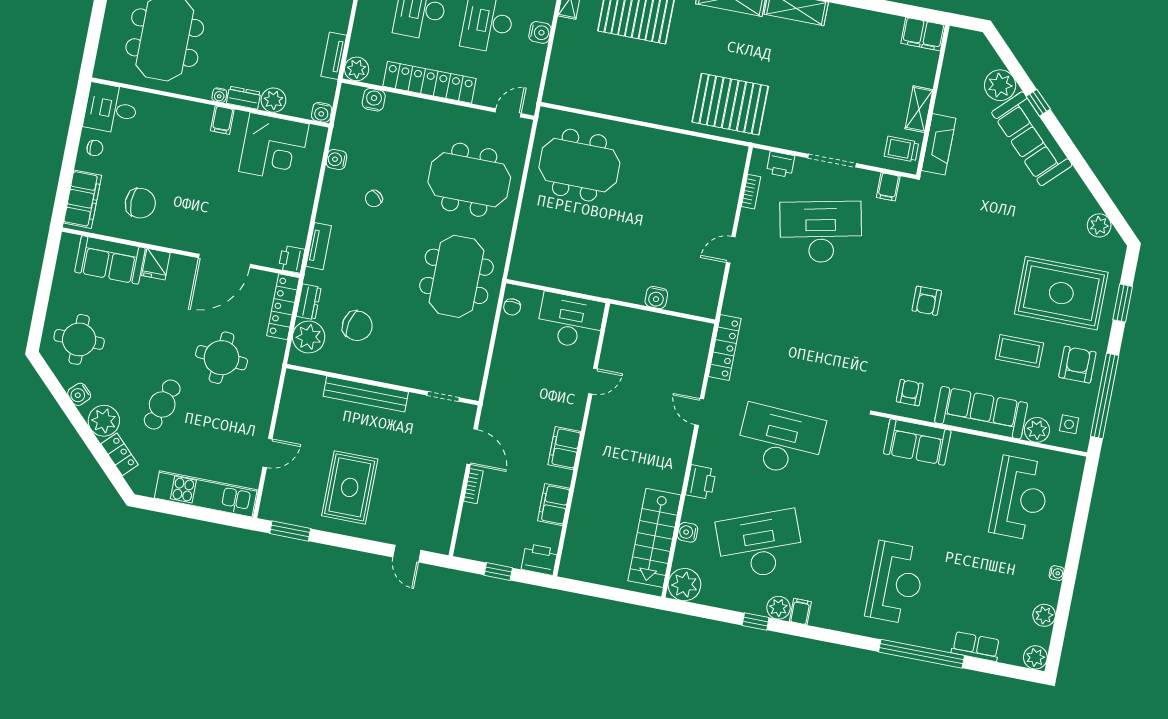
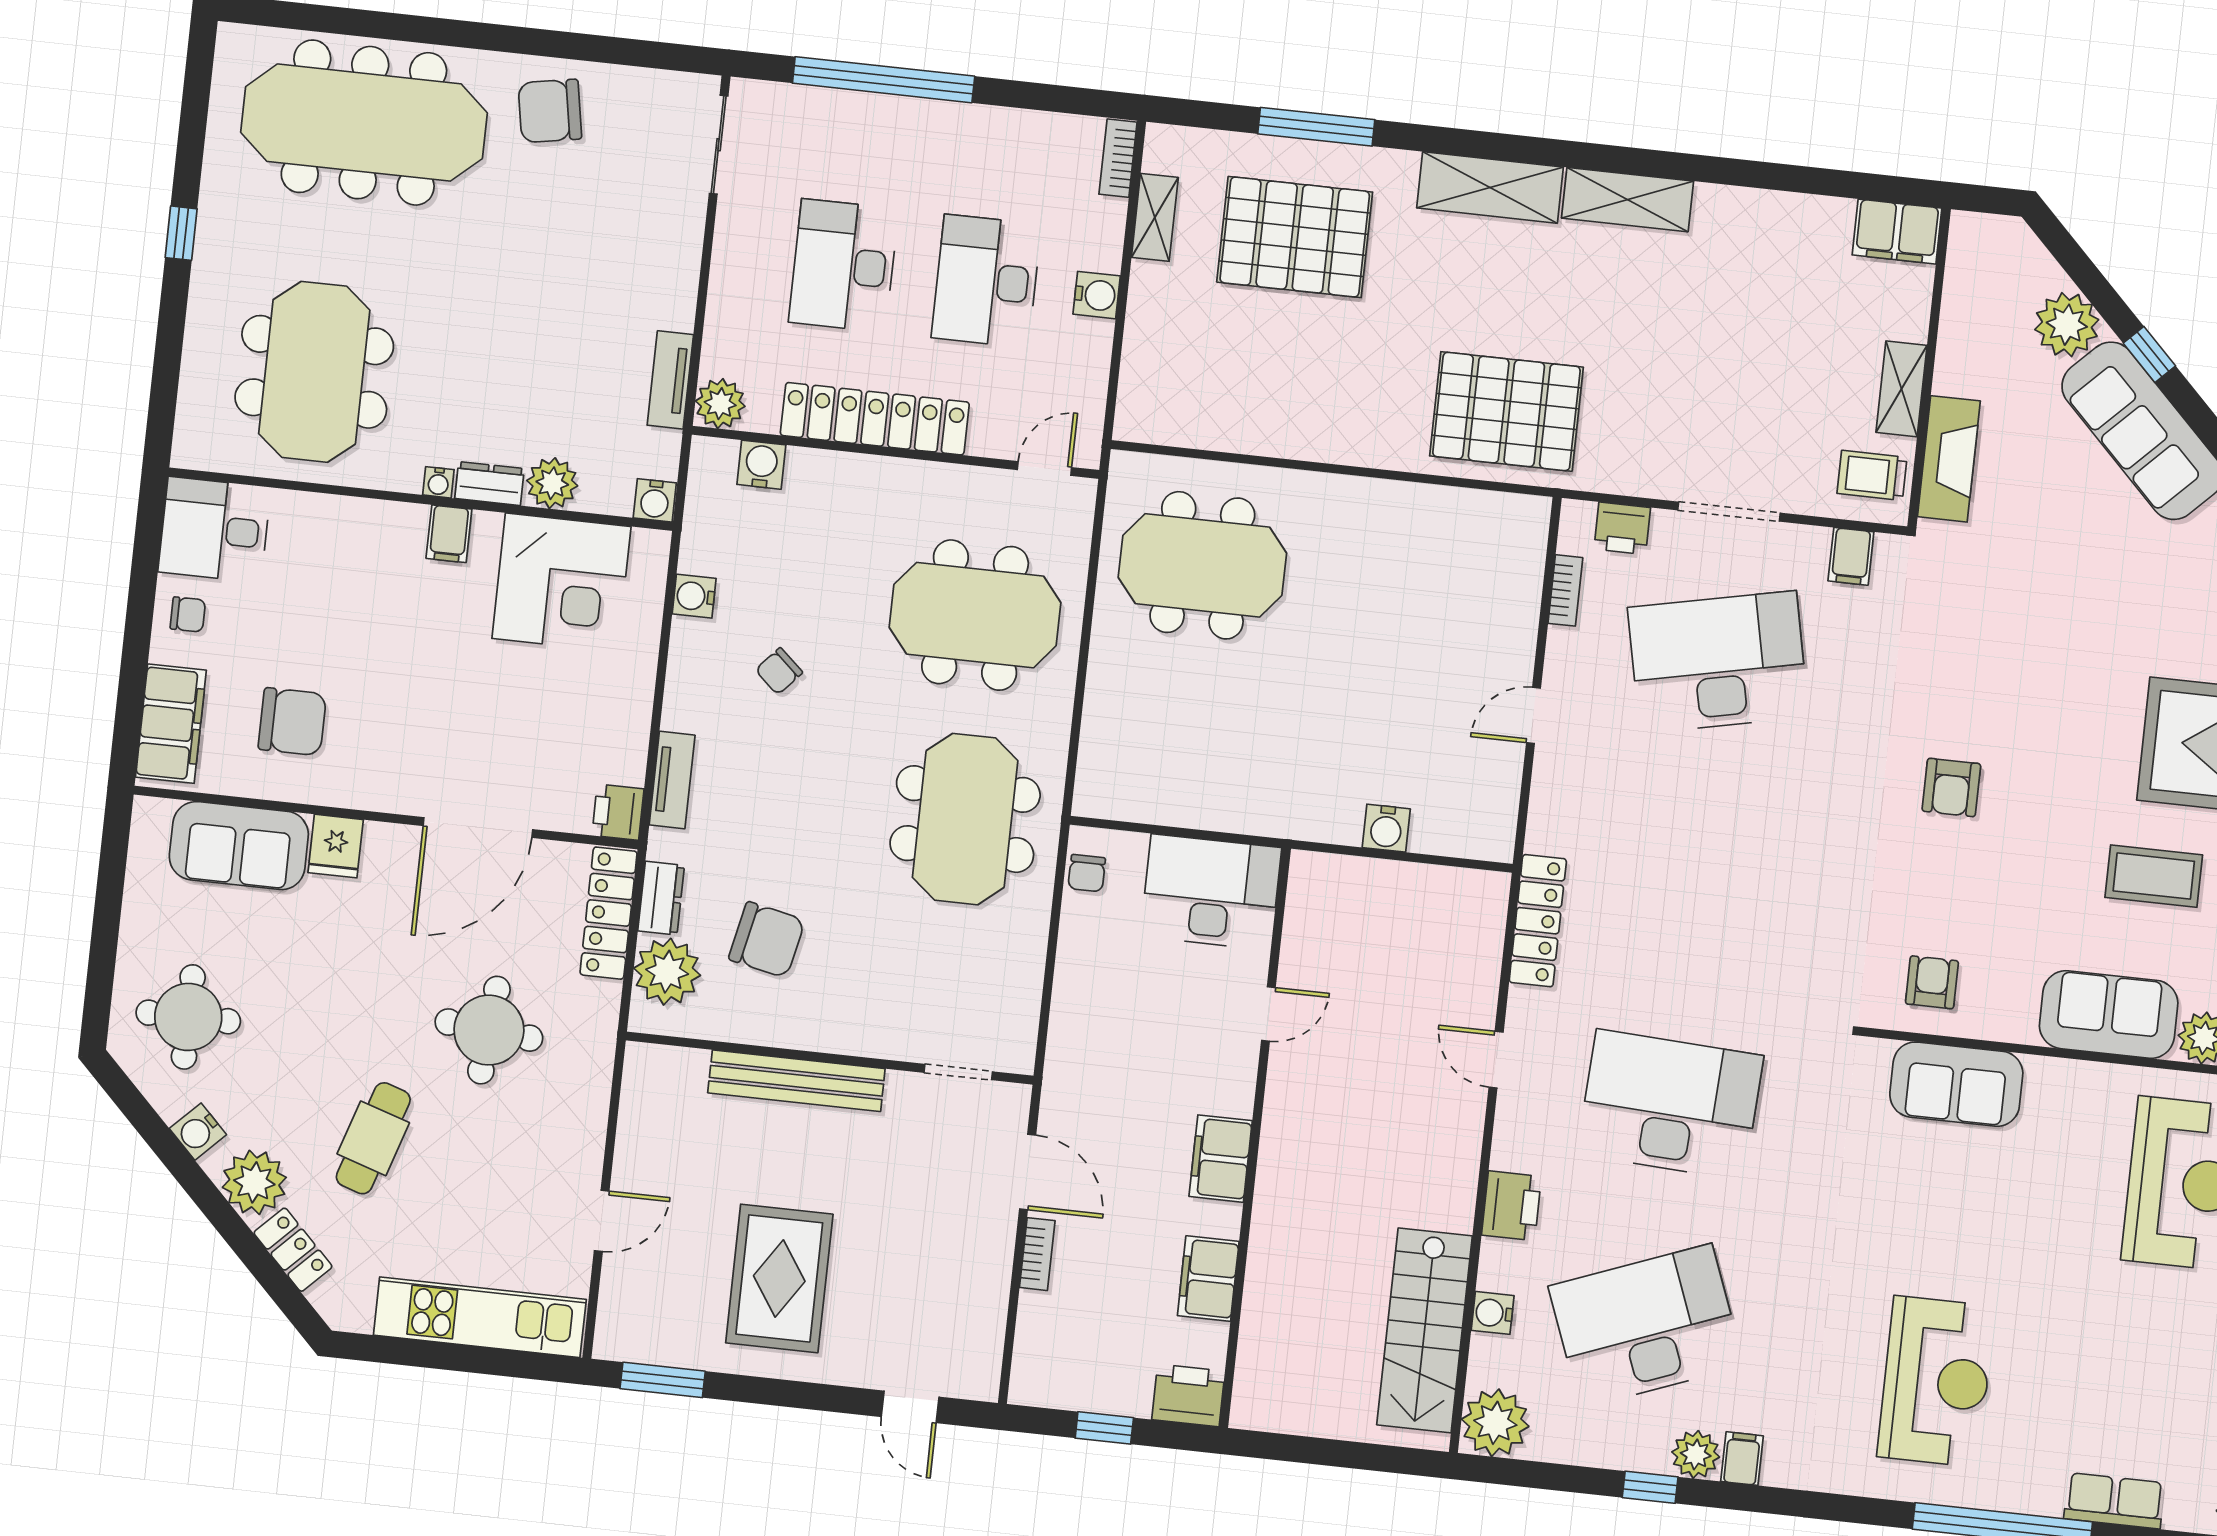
sofa: (981, 413) -> (2109, 1014), width x0.73

